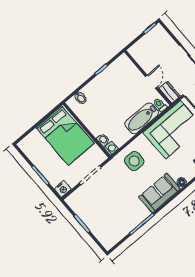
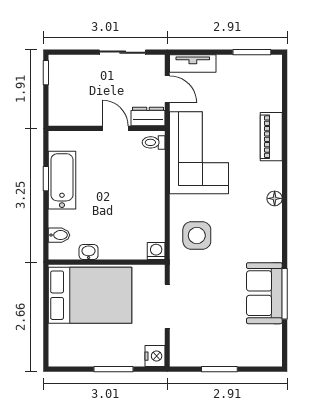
bathtub: (142, 118) -> (62, 180), moved, turned 180
washbasin: (103, 140) -> (89, 252), moved
sofa: (159, 193) -> (264, 293), moved

